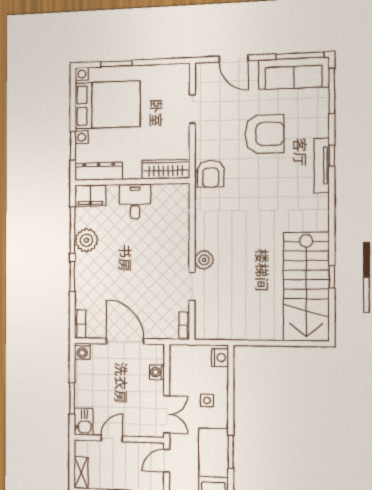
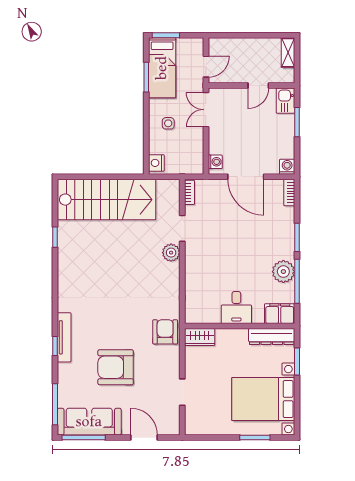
wardrobe: (166, 169) -> (200, 337), width x0.67
stairs: (306, 287) -> (107, 200), moved, turned 90
washing machine: (157, 372) -> (215, 162), moved

